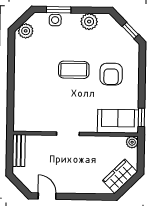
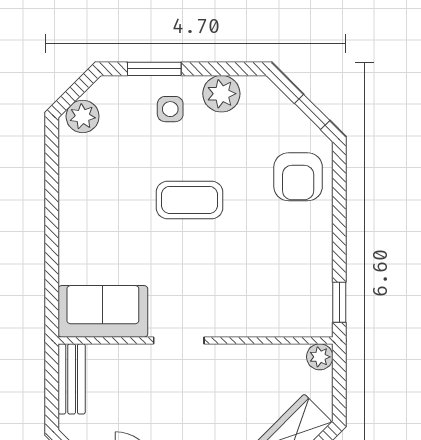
side table: (55, 20) -> (170, 109), moved
armchair: (111, 74) -> (298, 177), moved
sofa: (118, 121) -> (103, 311), moved

